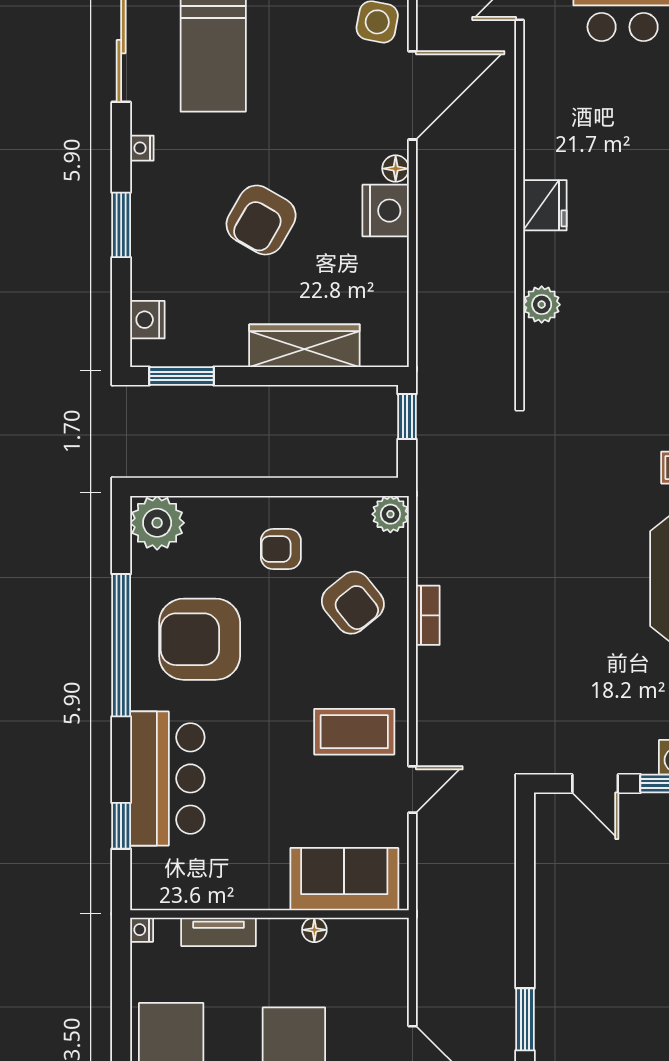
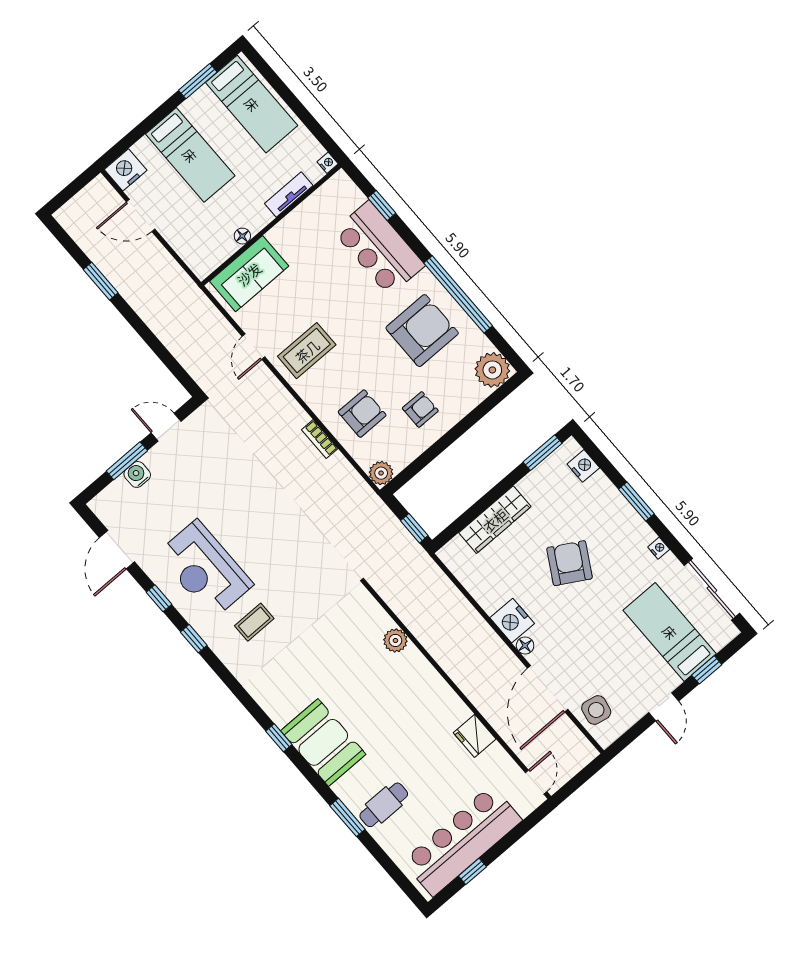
fridge: (545, 205) -> (475, 736), moved
armchair: (353, 603) -> (362, 414), turned 129

